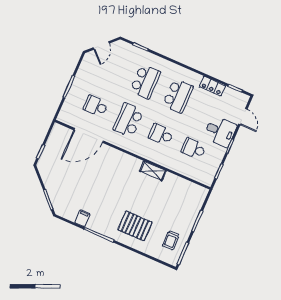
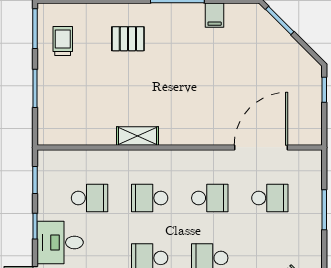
school desk: (128, 120) -> (210, 198), width x0.54
school desk: (161, 134) -> (150, 198), turned 180
pallet: (135, 226) -> (128, 39), width x0.67, depth x0.71

